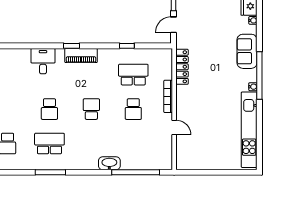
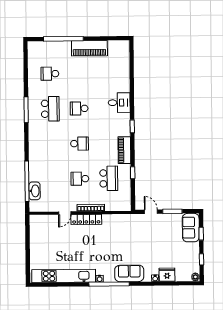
piano: (81, 56) -> (124, 150), moved
locker: (182, 67) -> (86, 219), moved
washbasin: (109, 163) -> (35, 191), moved

